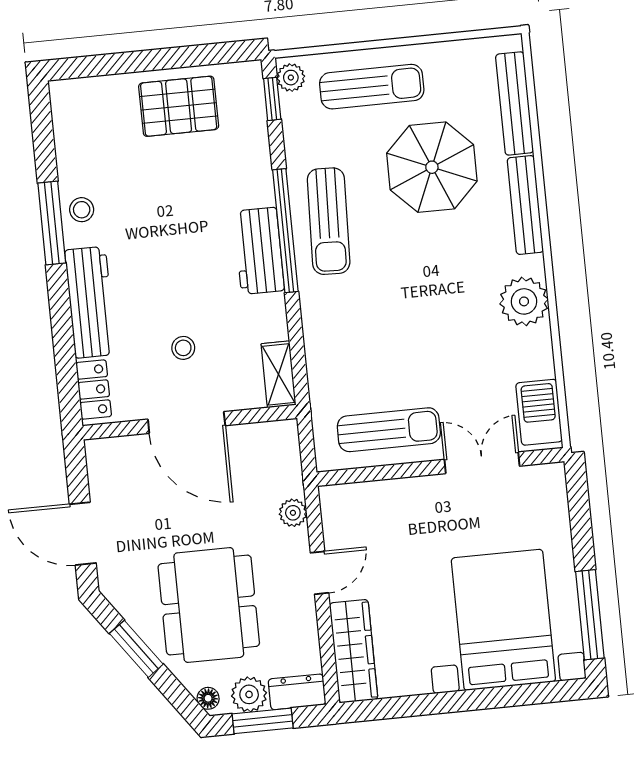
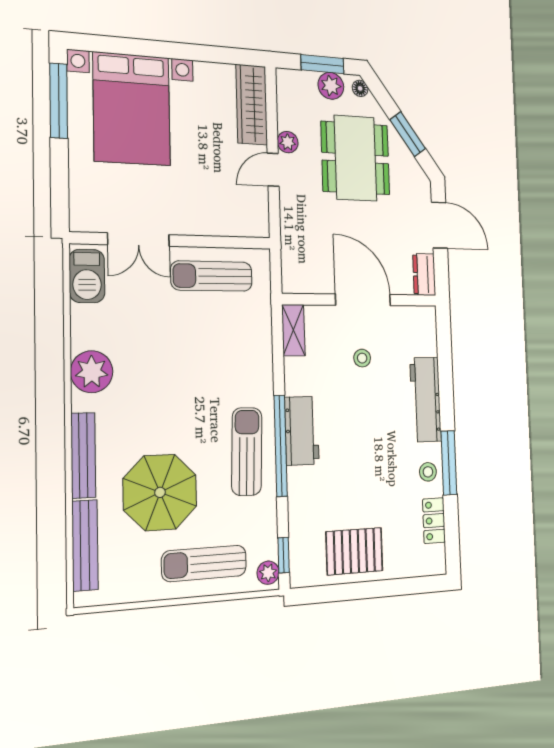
locker: (94, 390) -> (434, 521), moved
plant: (293, 513) -> (288, 142), moved
dresser: (297, 692) -> (424, 274), moved, turned 90

